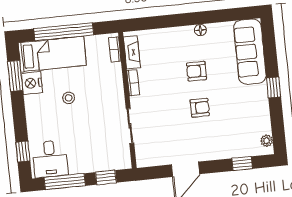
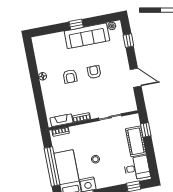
sofa: (250, 52) -> (87, 36), moved
cot: (90, 161) -> (136, 141), added
window: (65, 182) -> (151, 157), removed

